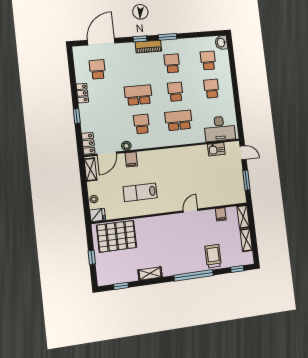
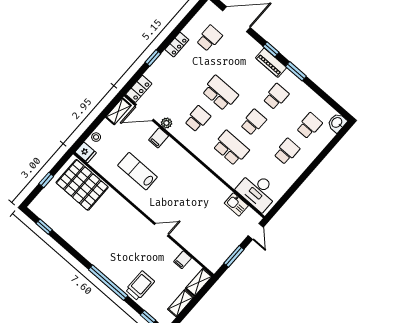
shelving: (150, 273) -> (76, 242), removed

